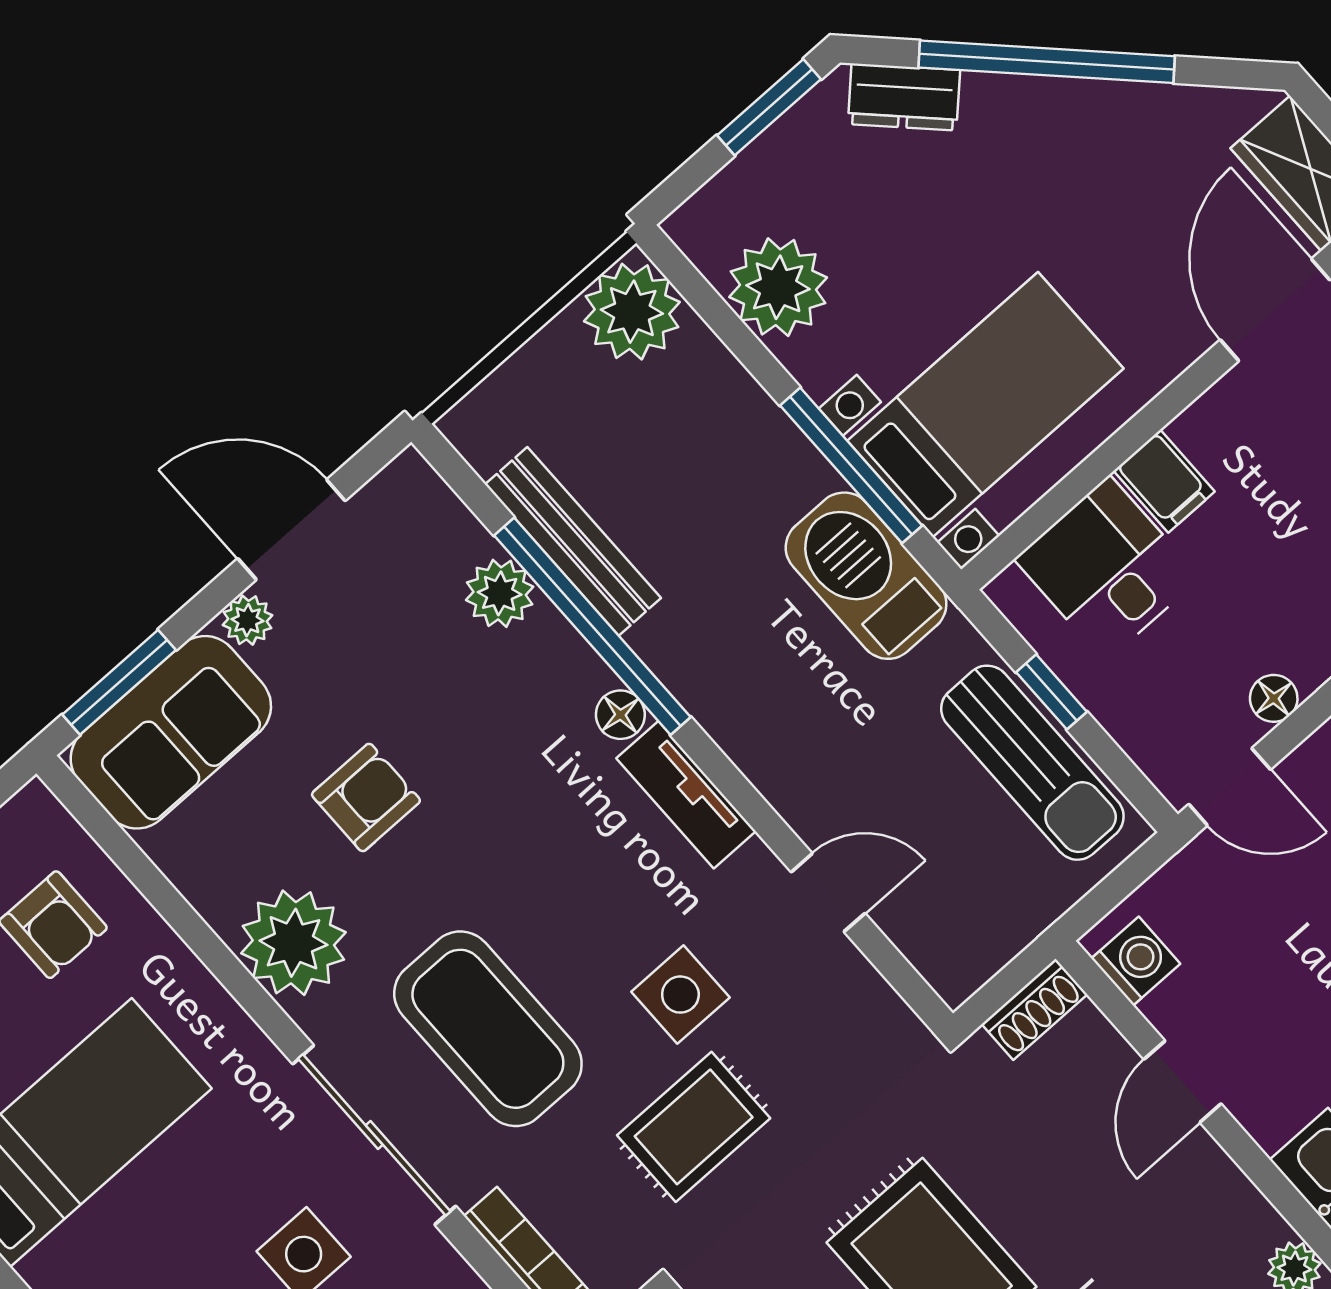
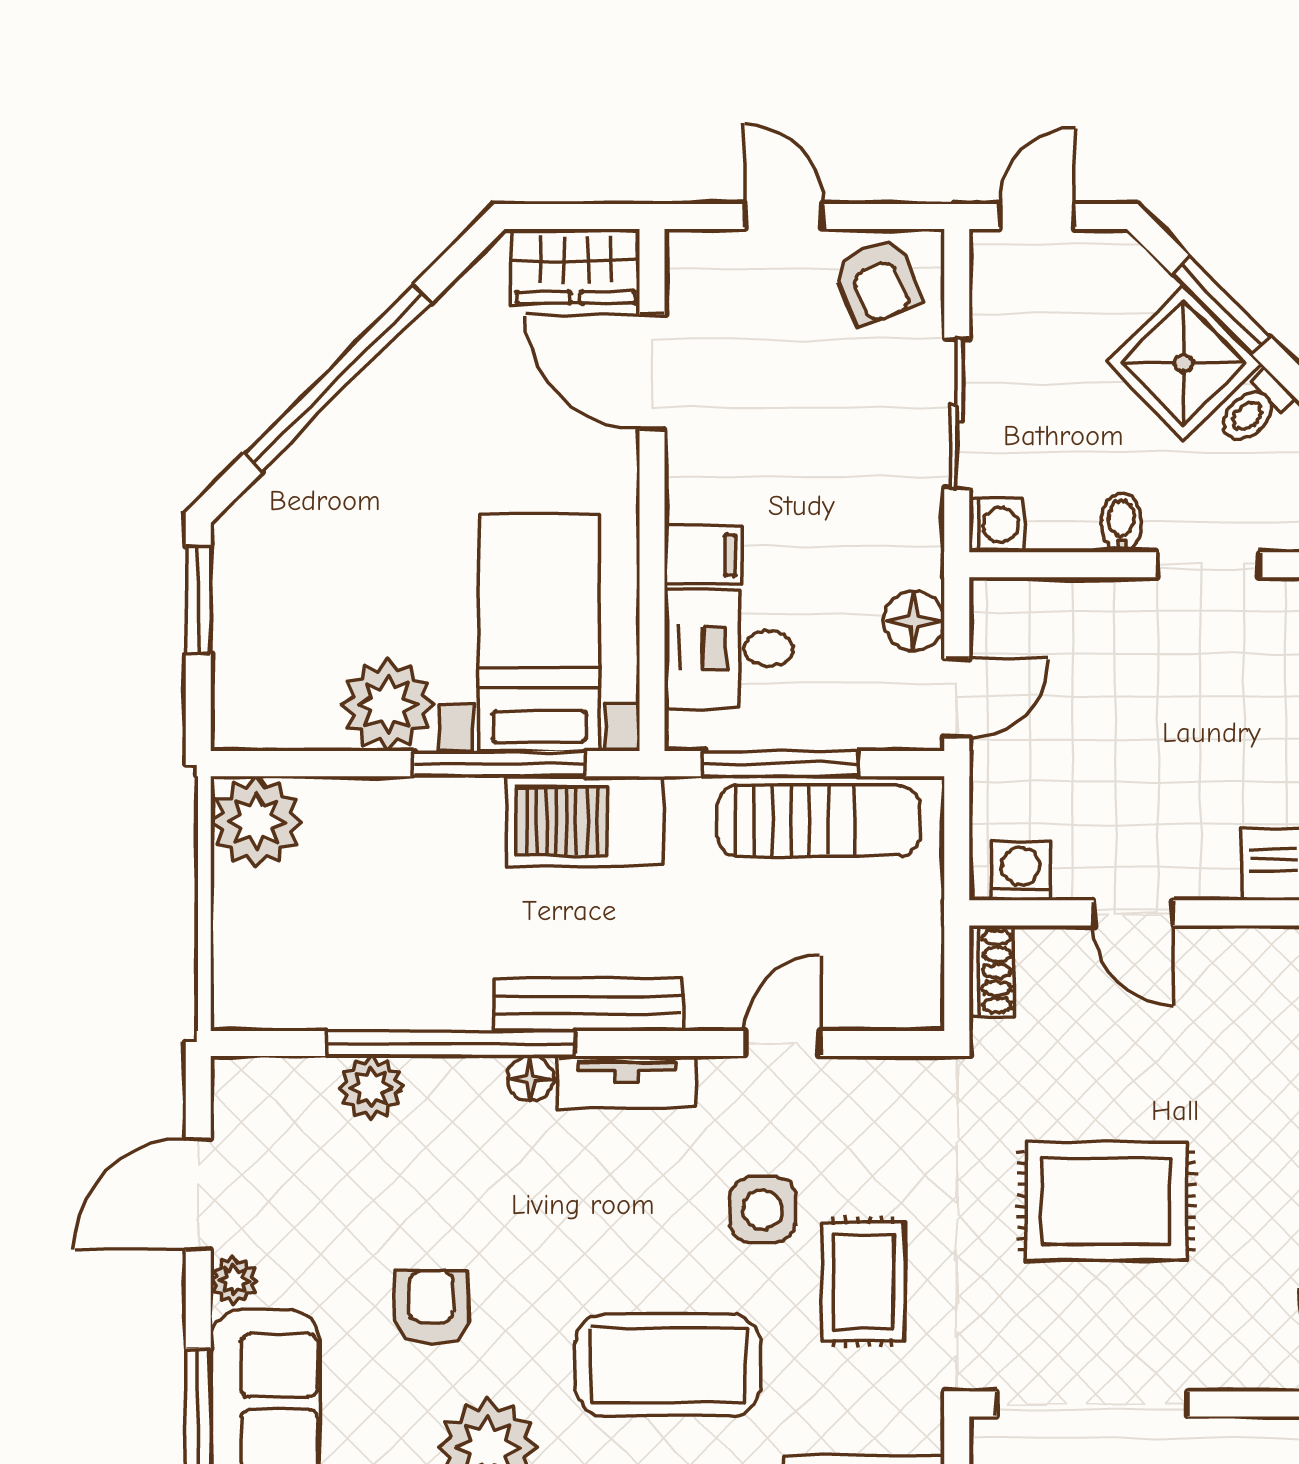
dresser: (904, 97) -> (274, 499), removed
plant: (778, 287) -> (387, 705), moved
bench: (573, 541) -> (589, 1005), moved
window: (1052, 692) -> (781, 764), width x2.17
floor lamp: (1274, 698) -> (914, 621), width x1.37, depth x1.37

